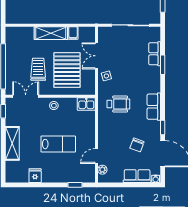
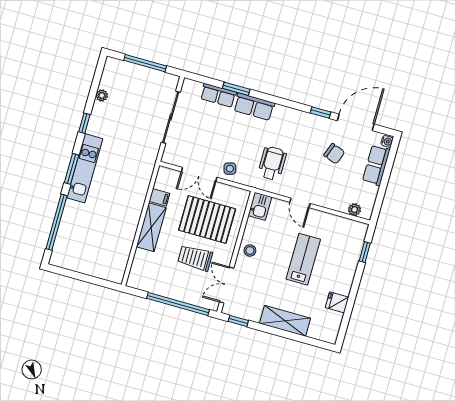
row of seats: (154, 107) -> (254, 107), moved
door: (96, 156) -> (300, 203), moved

